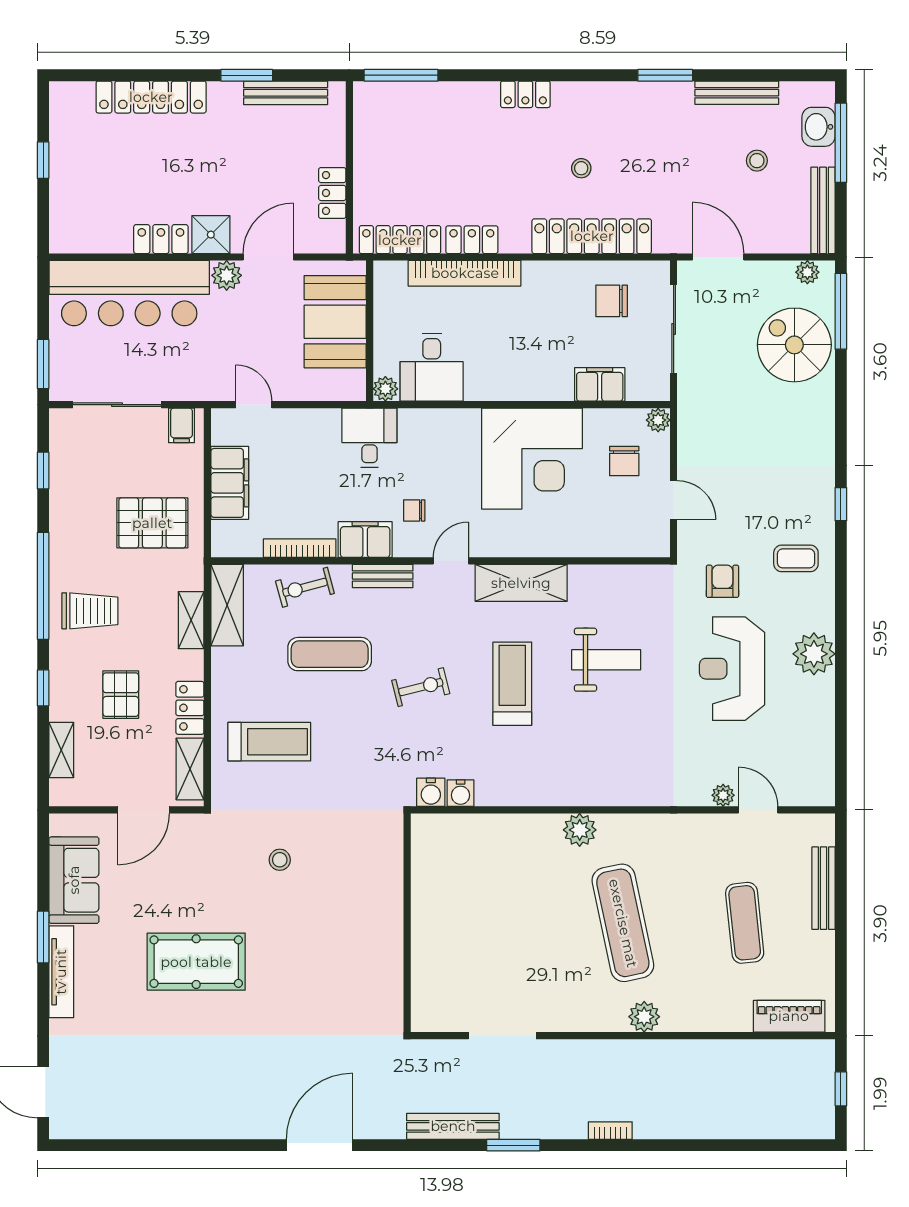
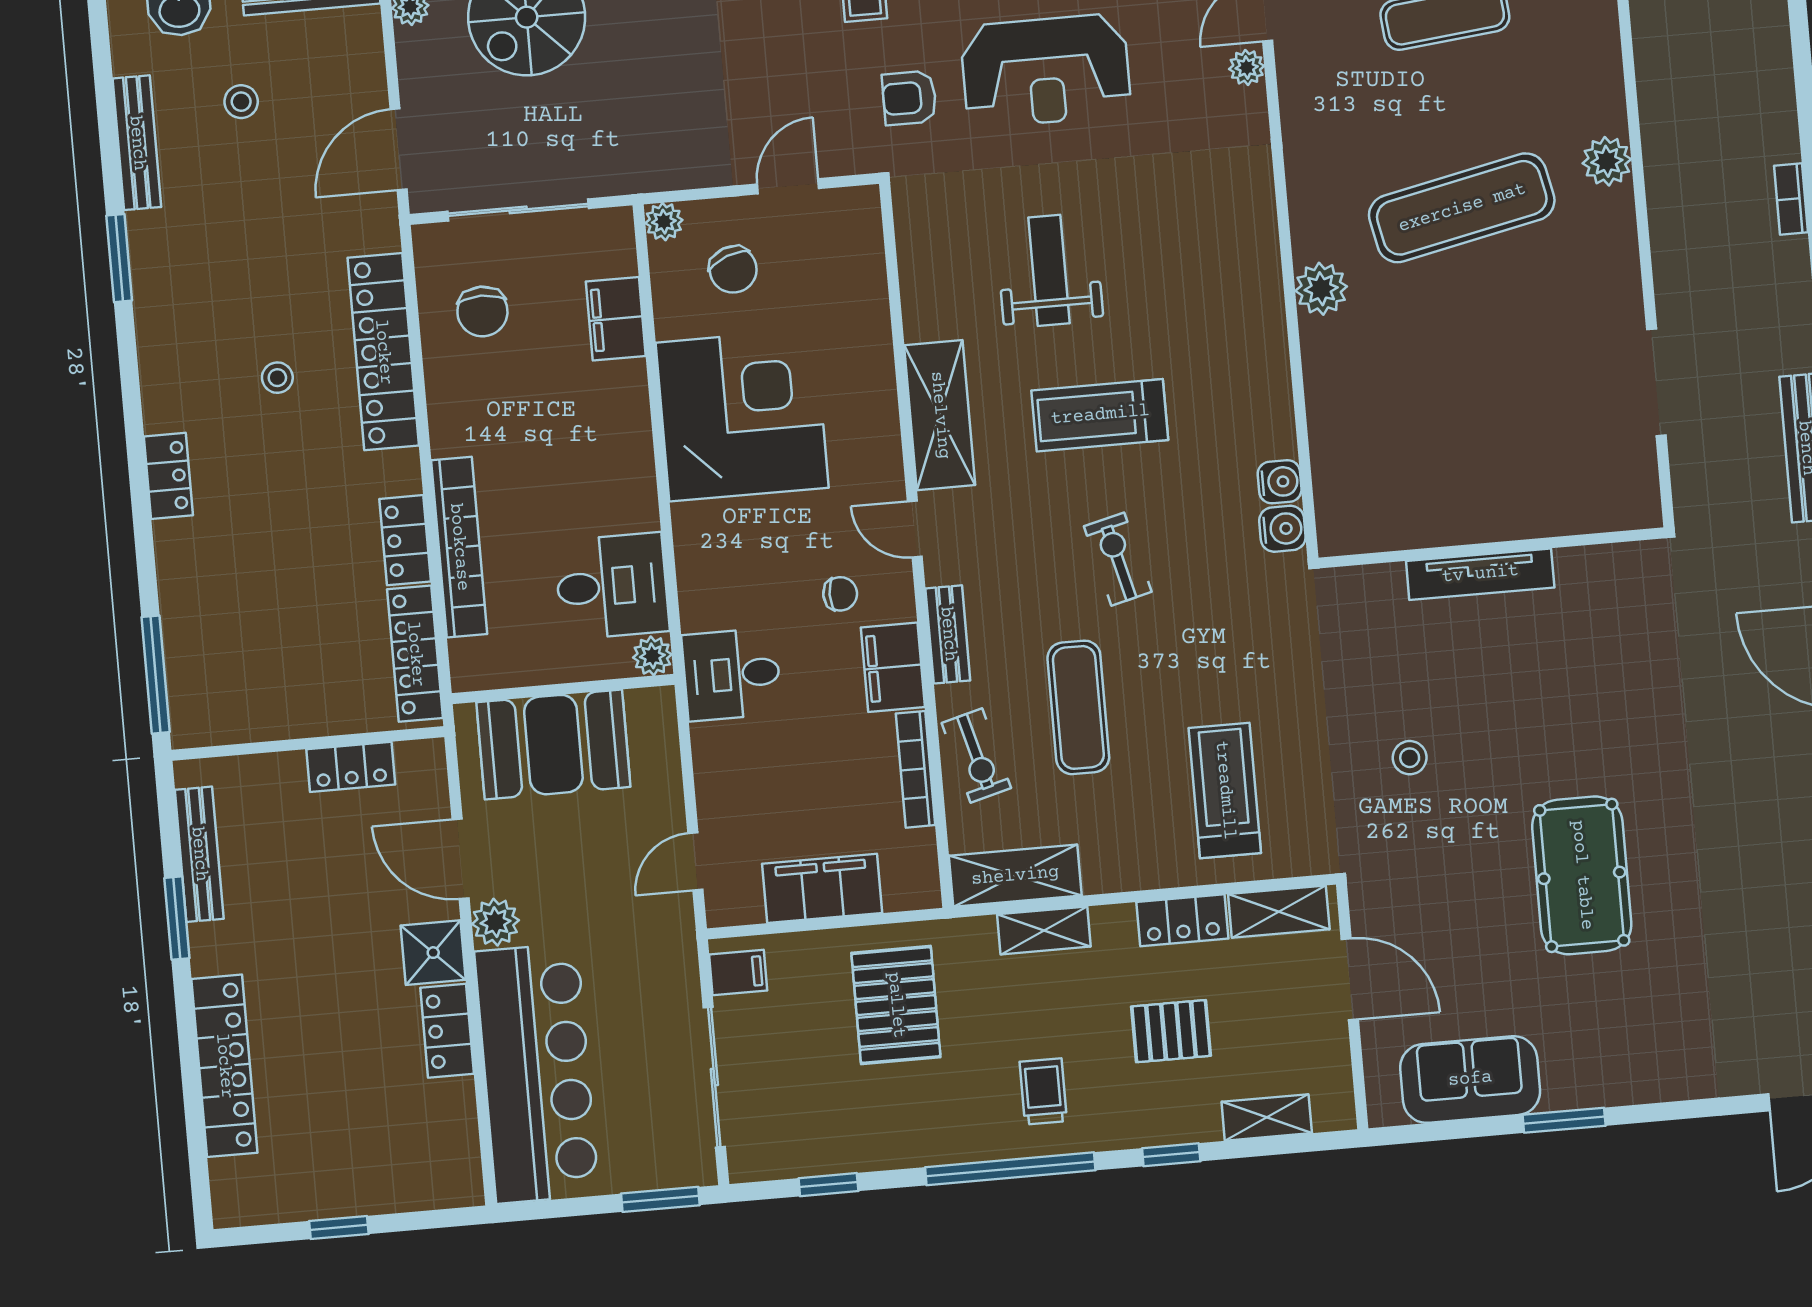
chair: (624, 461) -> (733, 269), turned 69
chair: (414, 510) -> (840, 594), turned -90
trolley: (90, 611) -> (1043, 1091), width x0.73, depth x0.72
tv unit: (61, 972) -> (1480, 574), moved, turned 180

